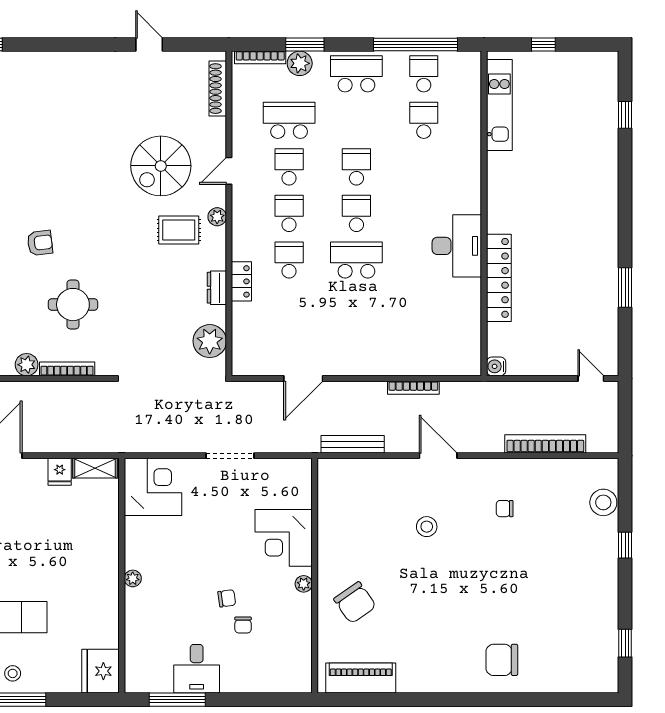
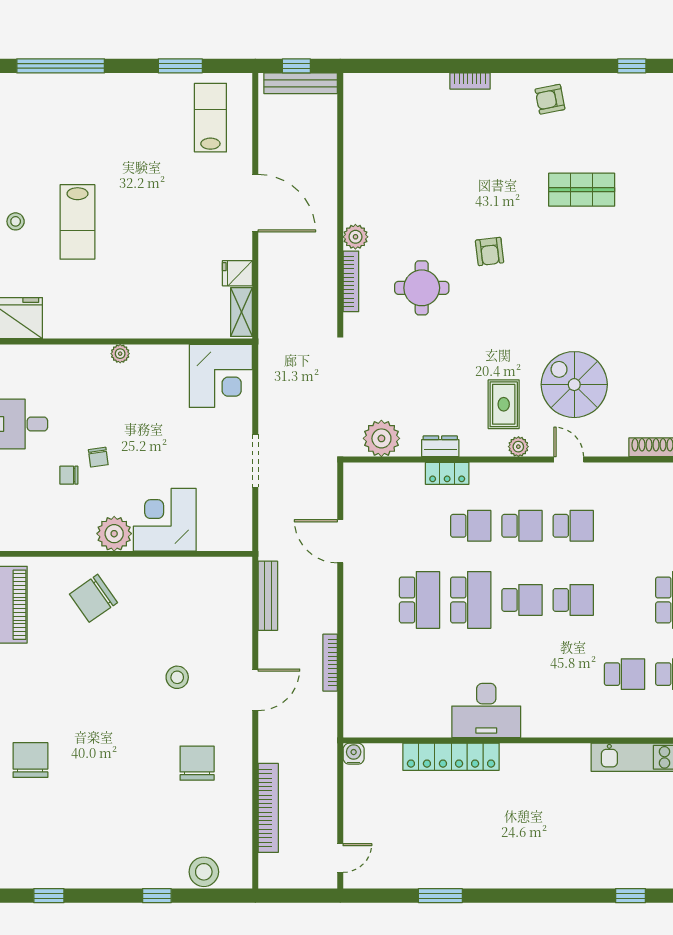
school desk: (289, 120) -> (420, 600), moved
chair: (505, 509) -> (197, 763), width x1.87, depth x1.87
plant: (304, 584) -> (114, 534), width x1.88, depth x1.88

